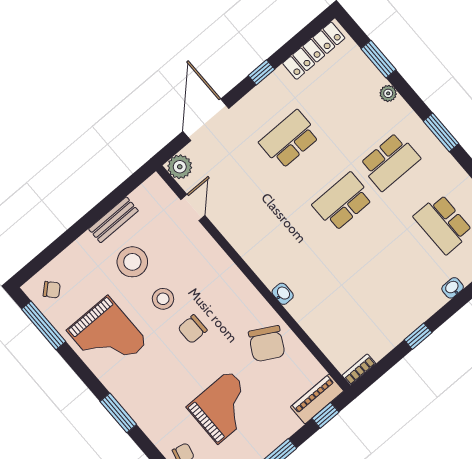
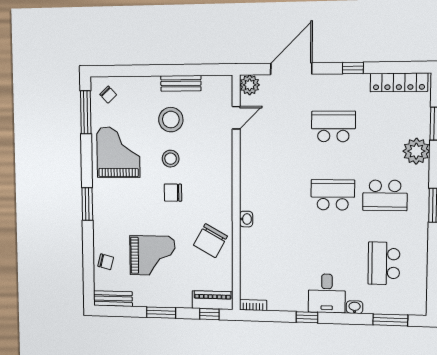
plant: (388, 93) -> (416, 151), width x1.87, depth x1.87
desk: (417, 298) -> (327, 293), added
grand piano: (107, 336) -> (118, 152), turned 180

